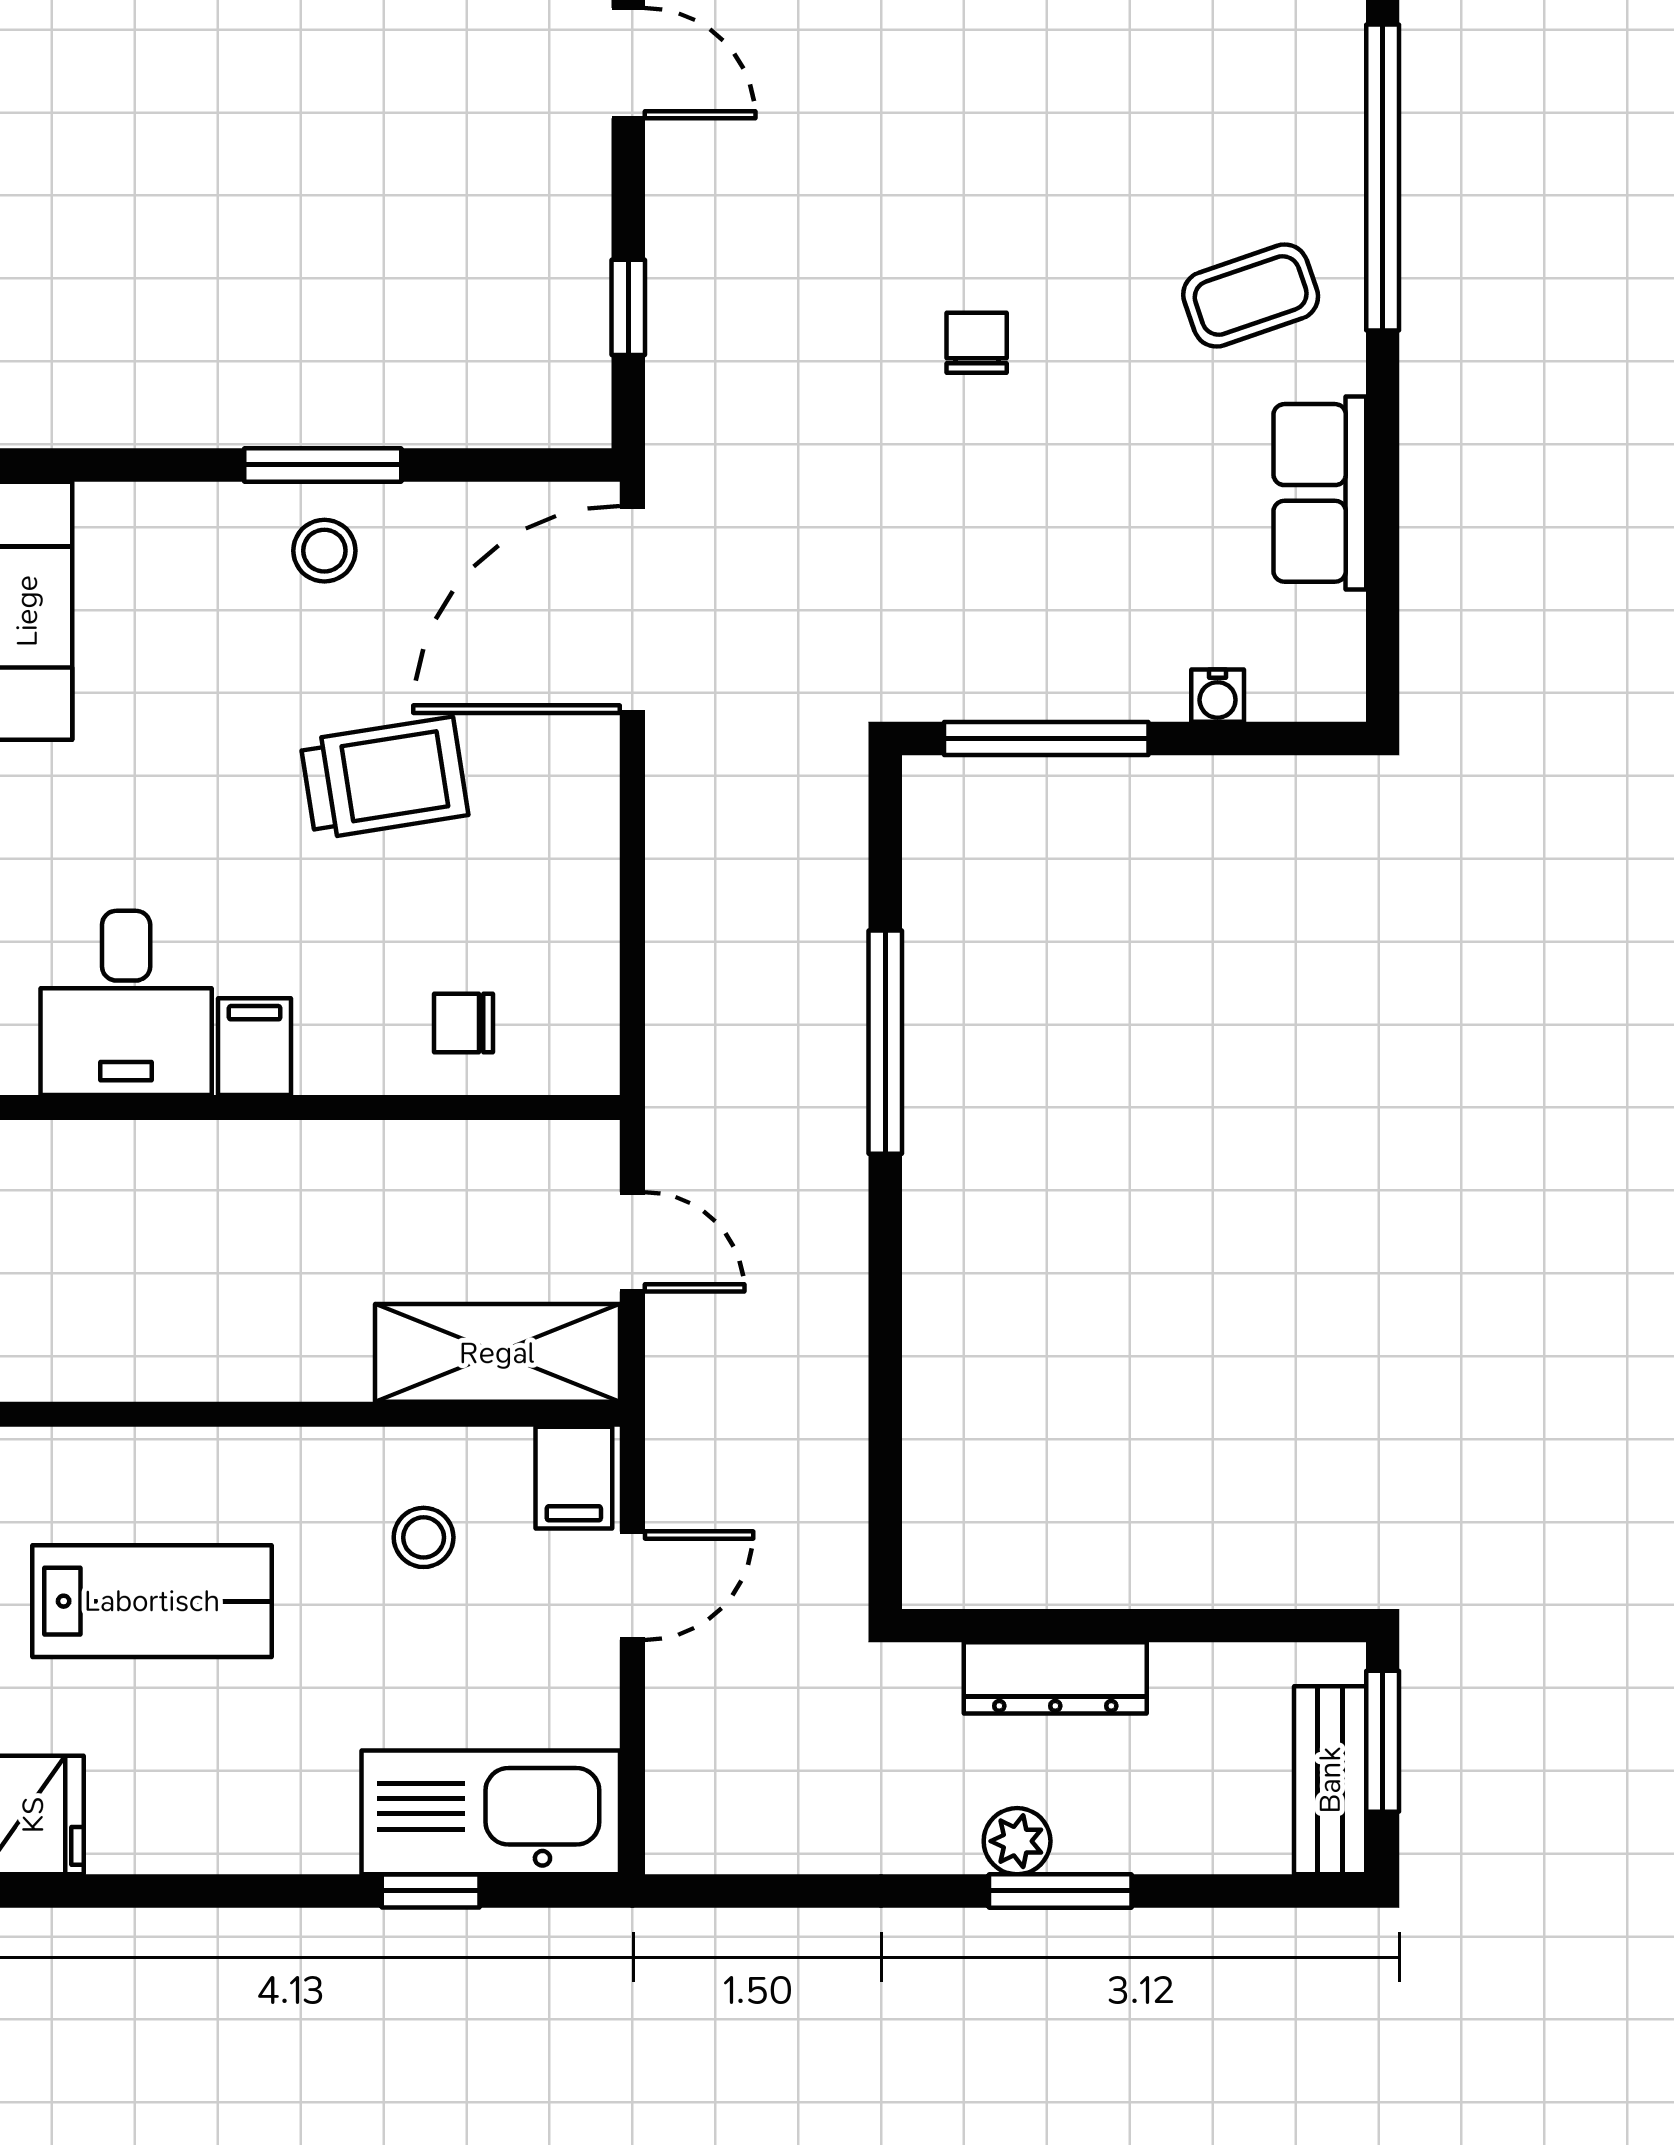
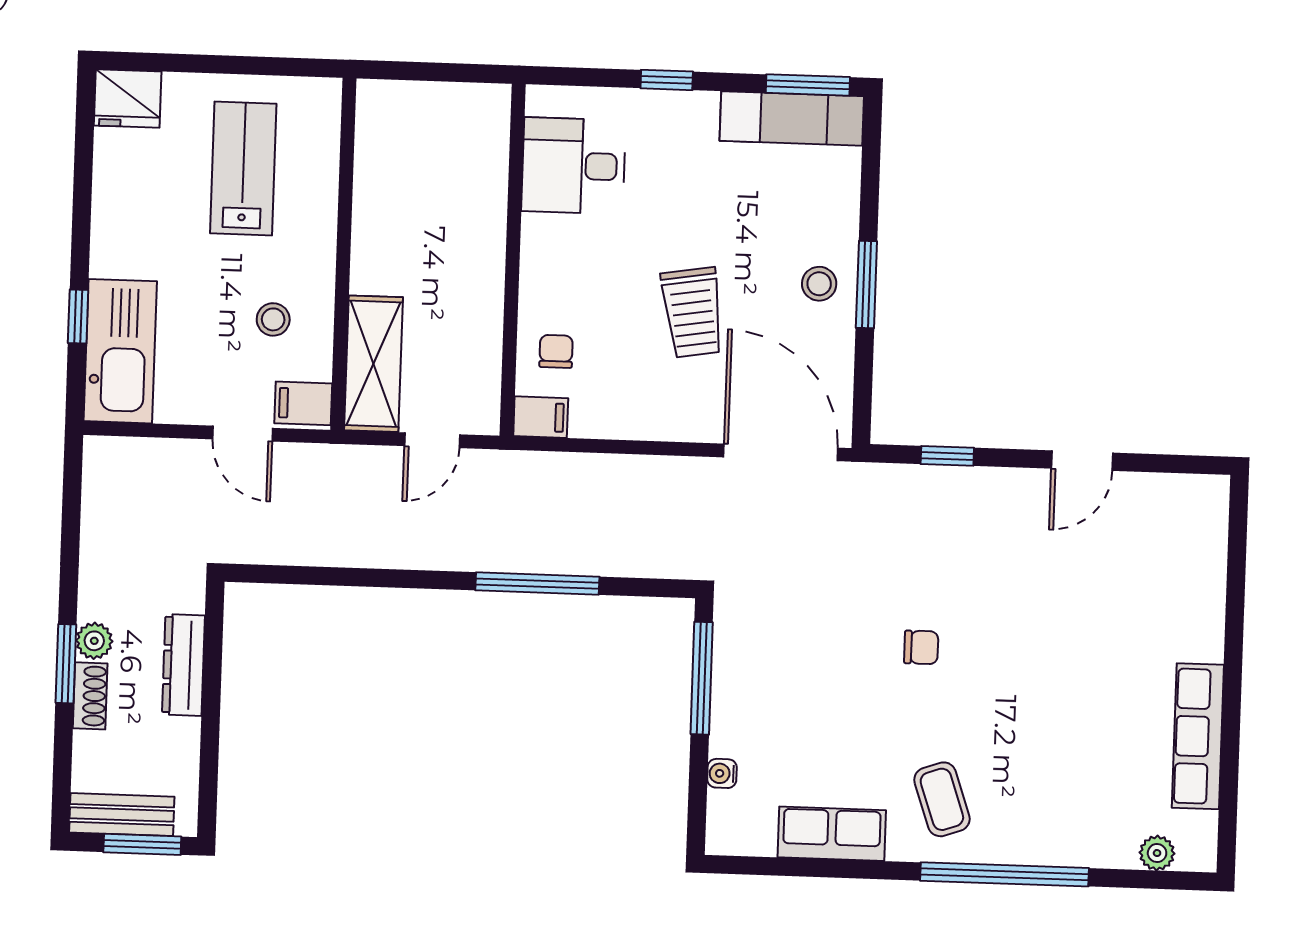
filing cabinet: (255, 1047) -> (541, 417), moved
lab bench: (152, 1601) -> (243, 169), turned 180
shoe rack: (1117, 1845) -> (90, 696), added

